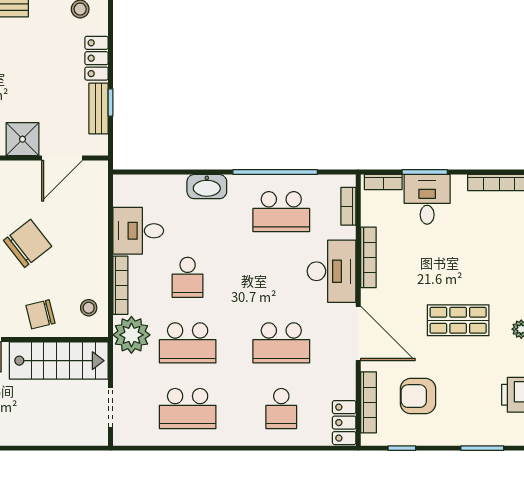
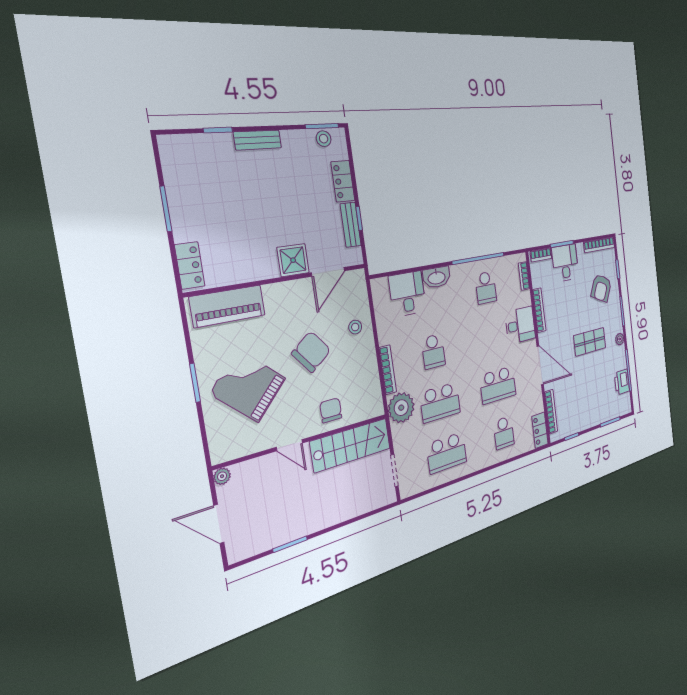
school desk: (281, 212) -> (486, 288), width x0.54
desk: (138, 231) -> (407, 294), moved, turned 90
desk: (332, 271) -> (520, 325), width x0.73
stool: (89, 308) -> (355, 327), moved
chair: (40, 314) -> (331, 410), turned 104
armchair: (418, 396) -> (601, 288), moved, turned -65

